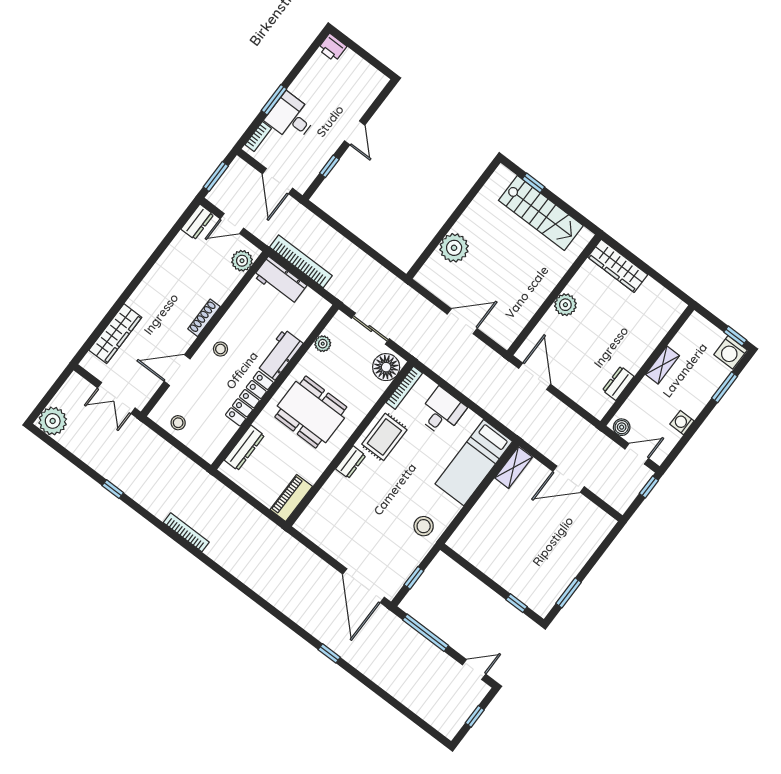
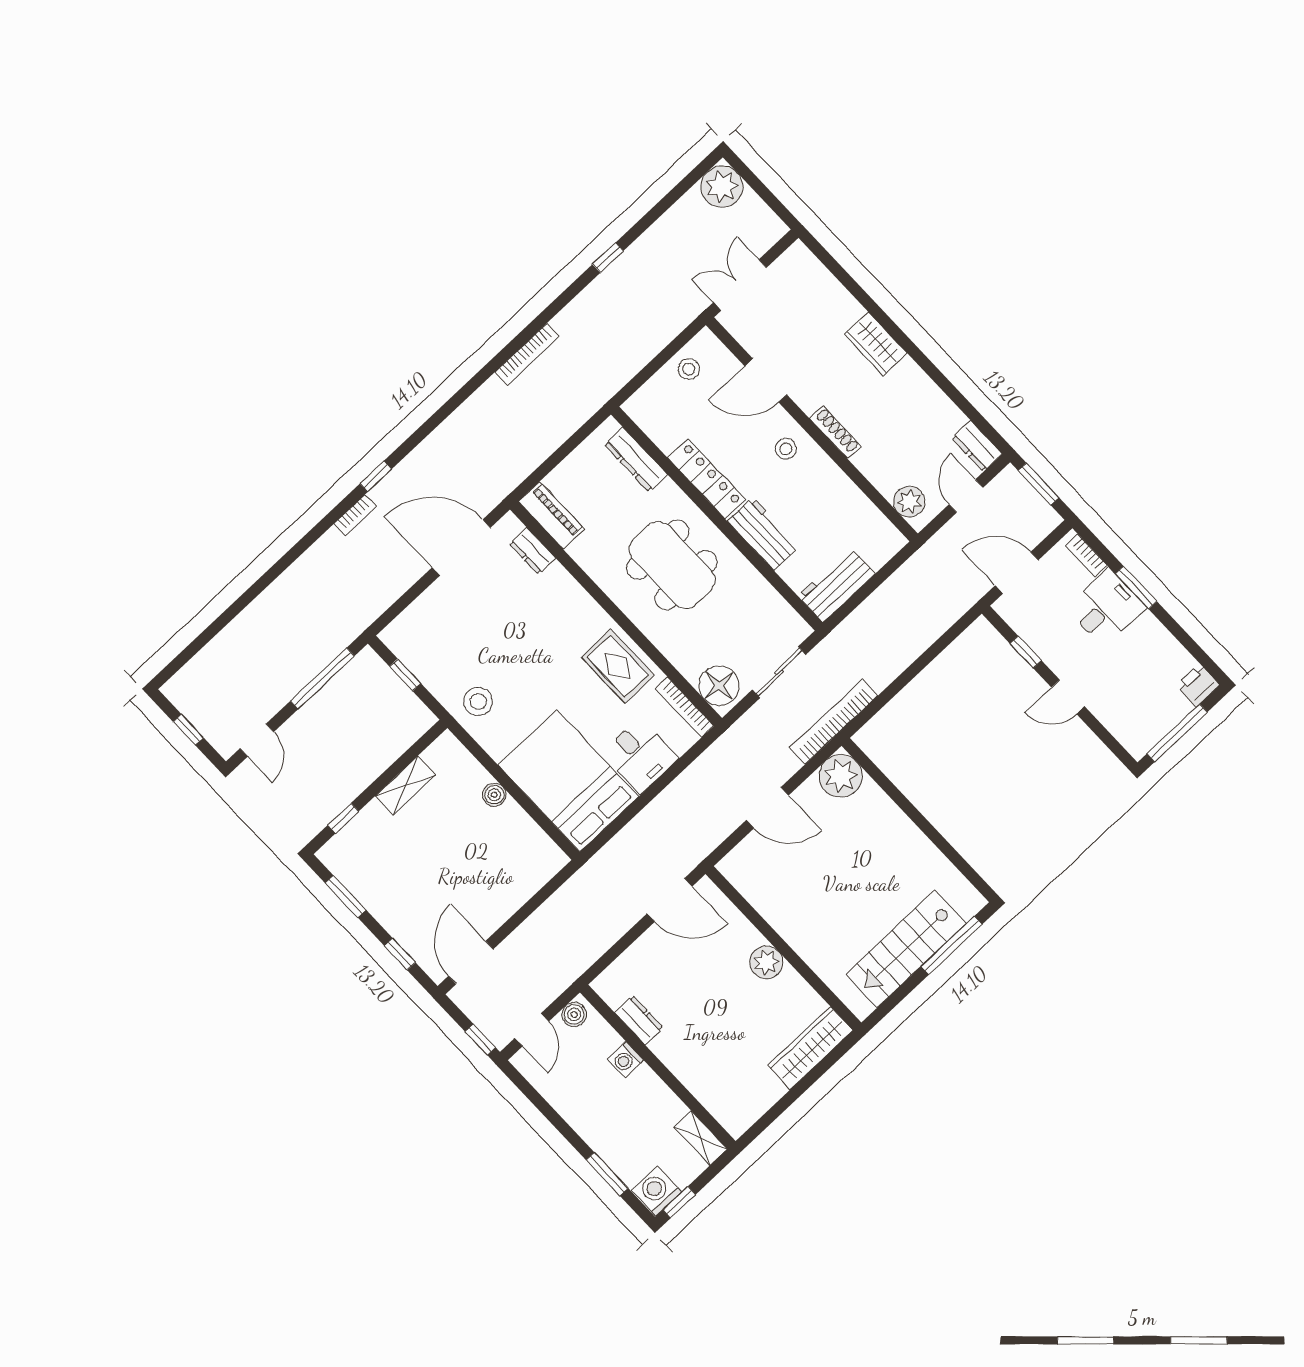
window: (366, 56) -> (1177, 733), added
window: (533, 183) -> (952, 945), width x2.17
plant: (454, 248) -> (841, 776), moved
bookcase: (301, 261) -> (834, 722), moved, turned 180
workbench: (280, 281) -> (837, 585), moved
door: (462, 321) -> (767, 808), hinge flipped
wardrobe: (115, 334) -> (876, 344), moved, width x0.67
plant: (323, 344) -> (769, 599), removed
shelving: (663, 365) -> (701, 1138), moved
door: (177, 370) -> (766, 380), swing flipped
dining table: (311, 412) -> (672, 565), turned 90
washing machine: (682, 423) -> (625, 1060), moved, turned 180
dresser: (351, 462) -> (533, 551), moved
bed: (474, 463) -> (568, 781), width x1.50
shelving: (514, 468) -> (406, 785), moved, turned 90
door: (569, 479) -> (471, 963), moved
boiler: (484, 505) -> (494, 795), added
window: (601, 550) -> (400, 954), added
door: (364, 586) -> (461, 547), moved
bookcase: (313, 629) -> (355, 515), added
window: (329, 653) -> (376, 476), moved

